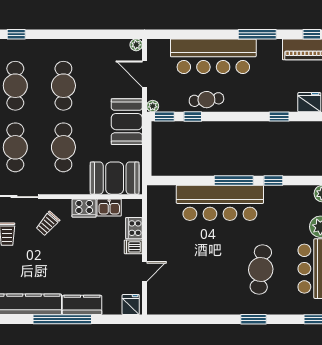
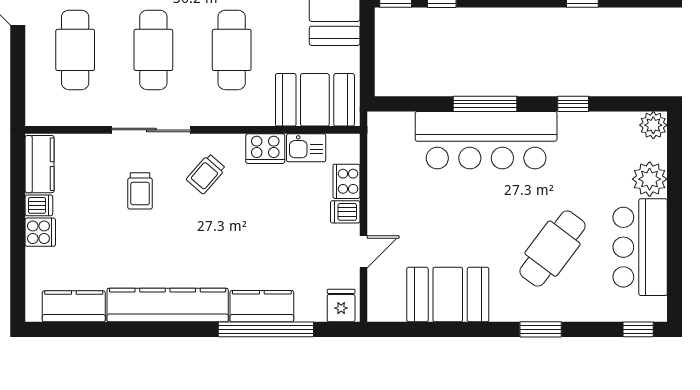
window: (234, 181) -> (485, 104), moved
cafe table: (261, 269) -> (553, 249), turned 30
booth: (196, 298) -> (448, 295), added
window: (62, 319) -> (266, 329), moved

